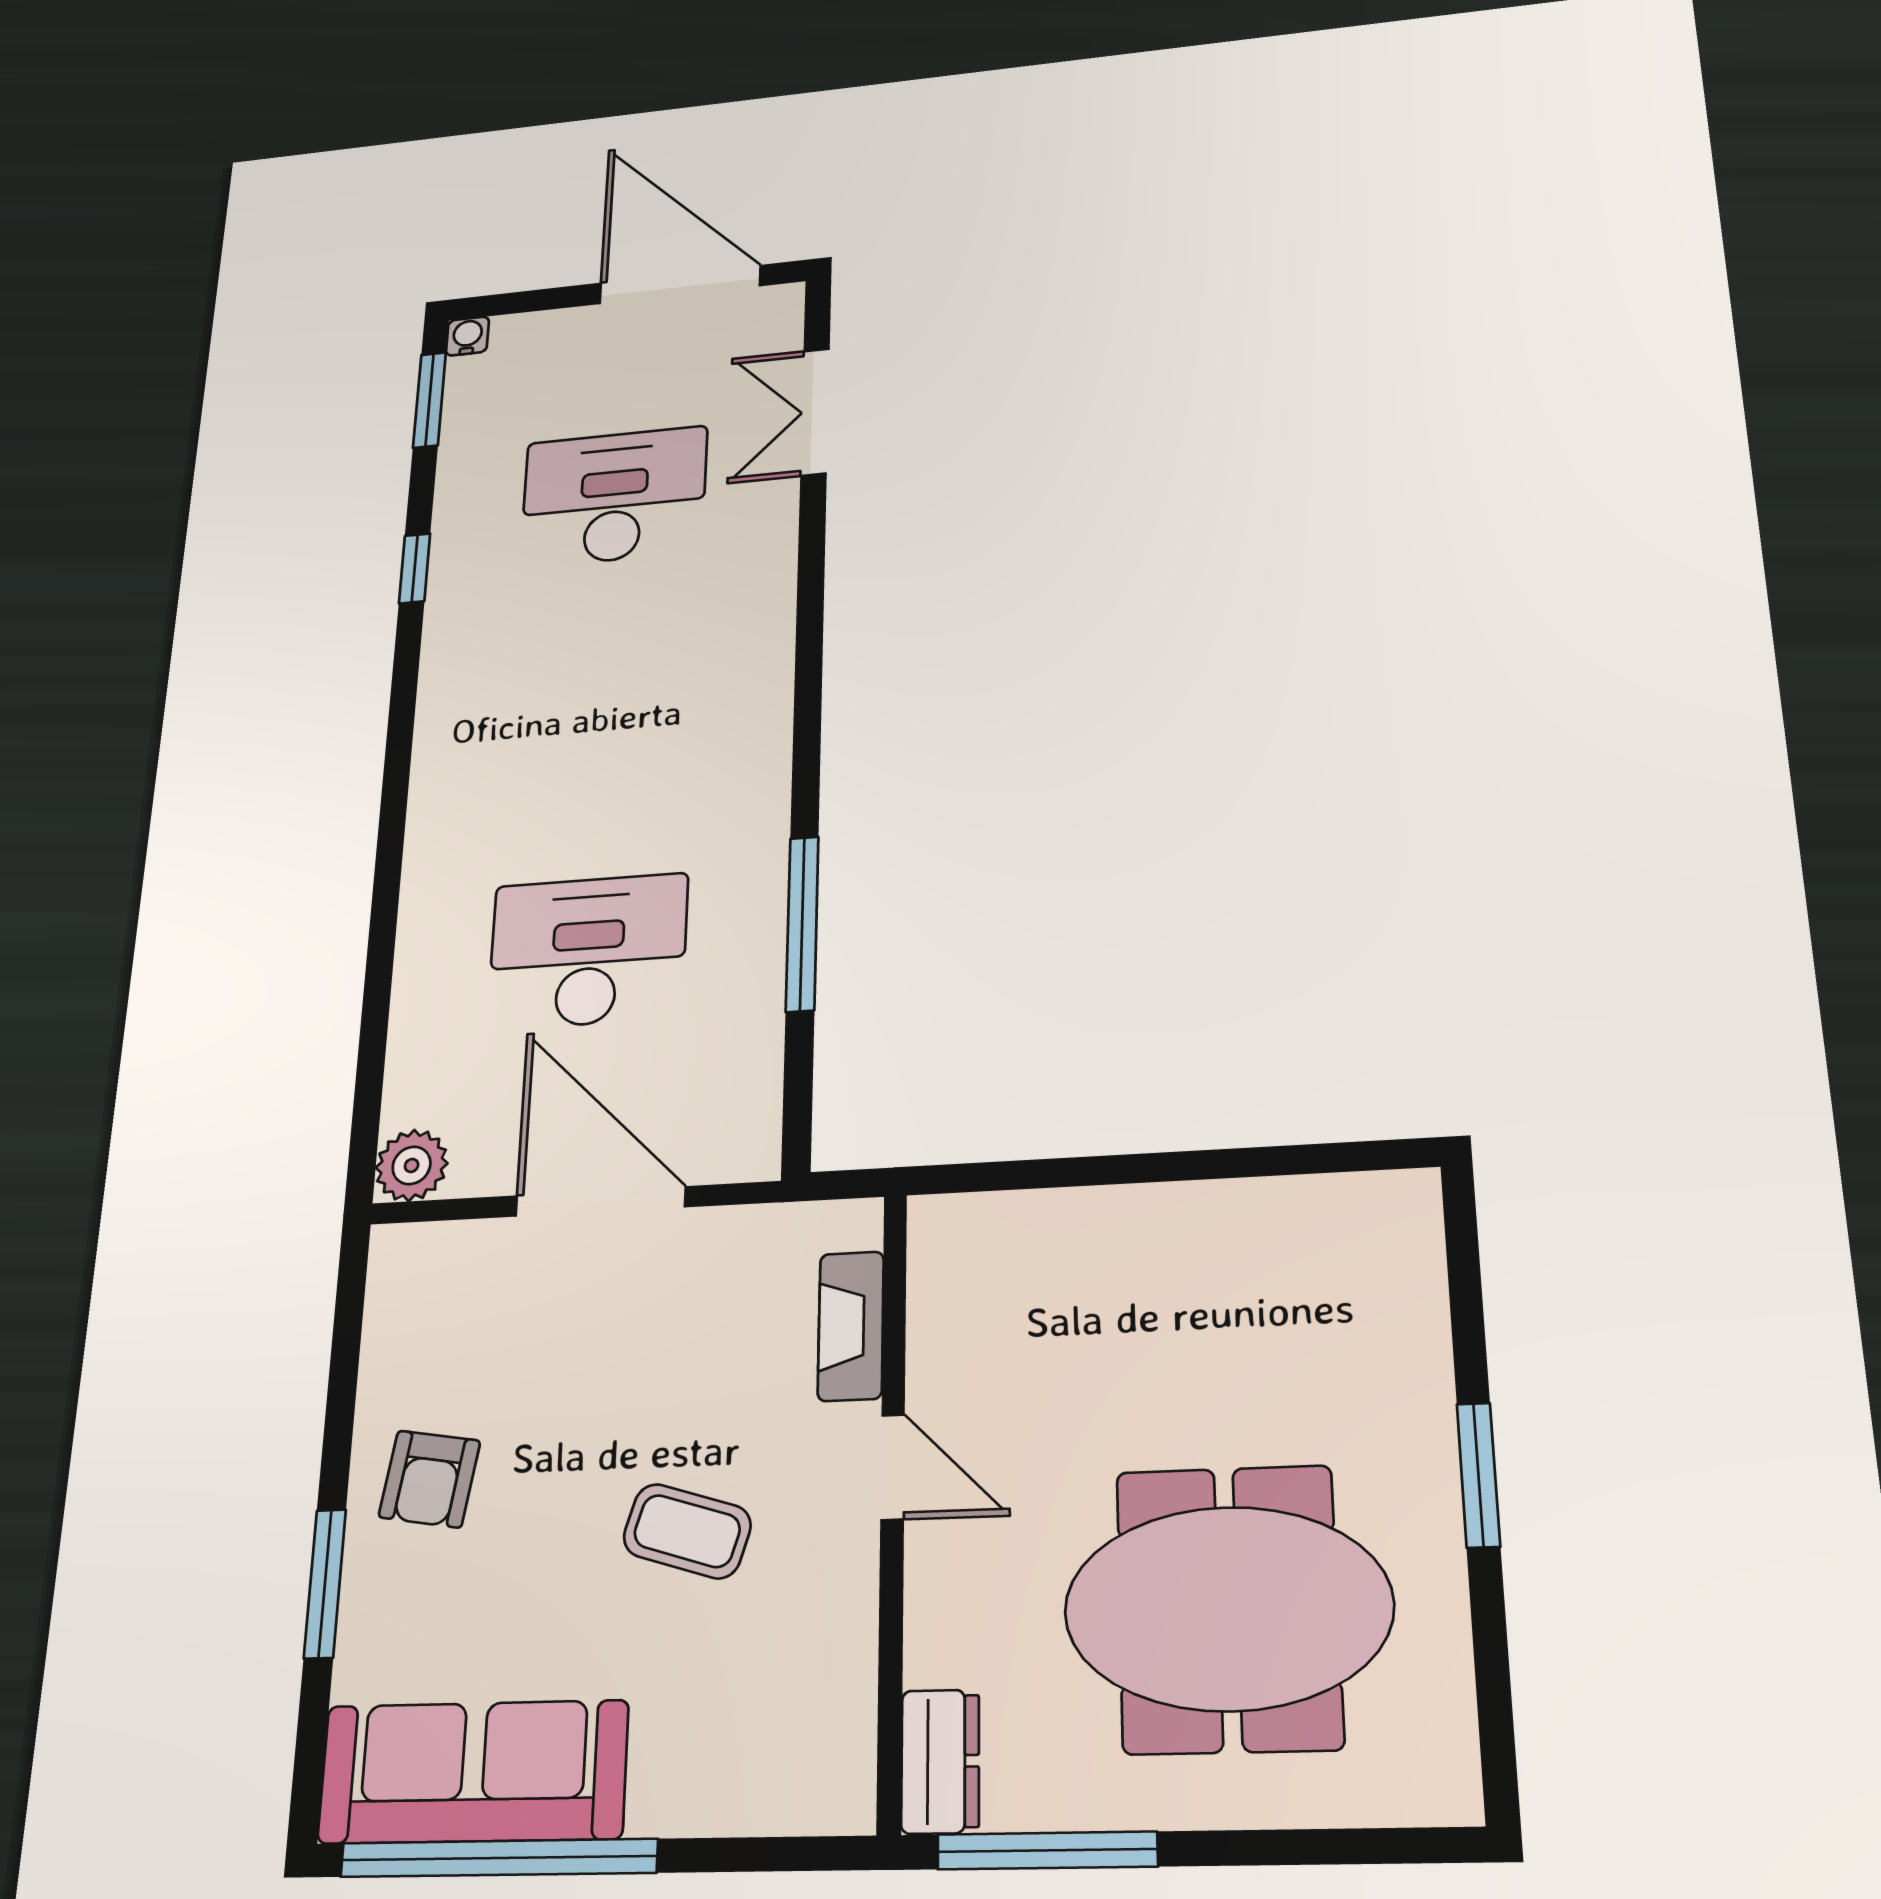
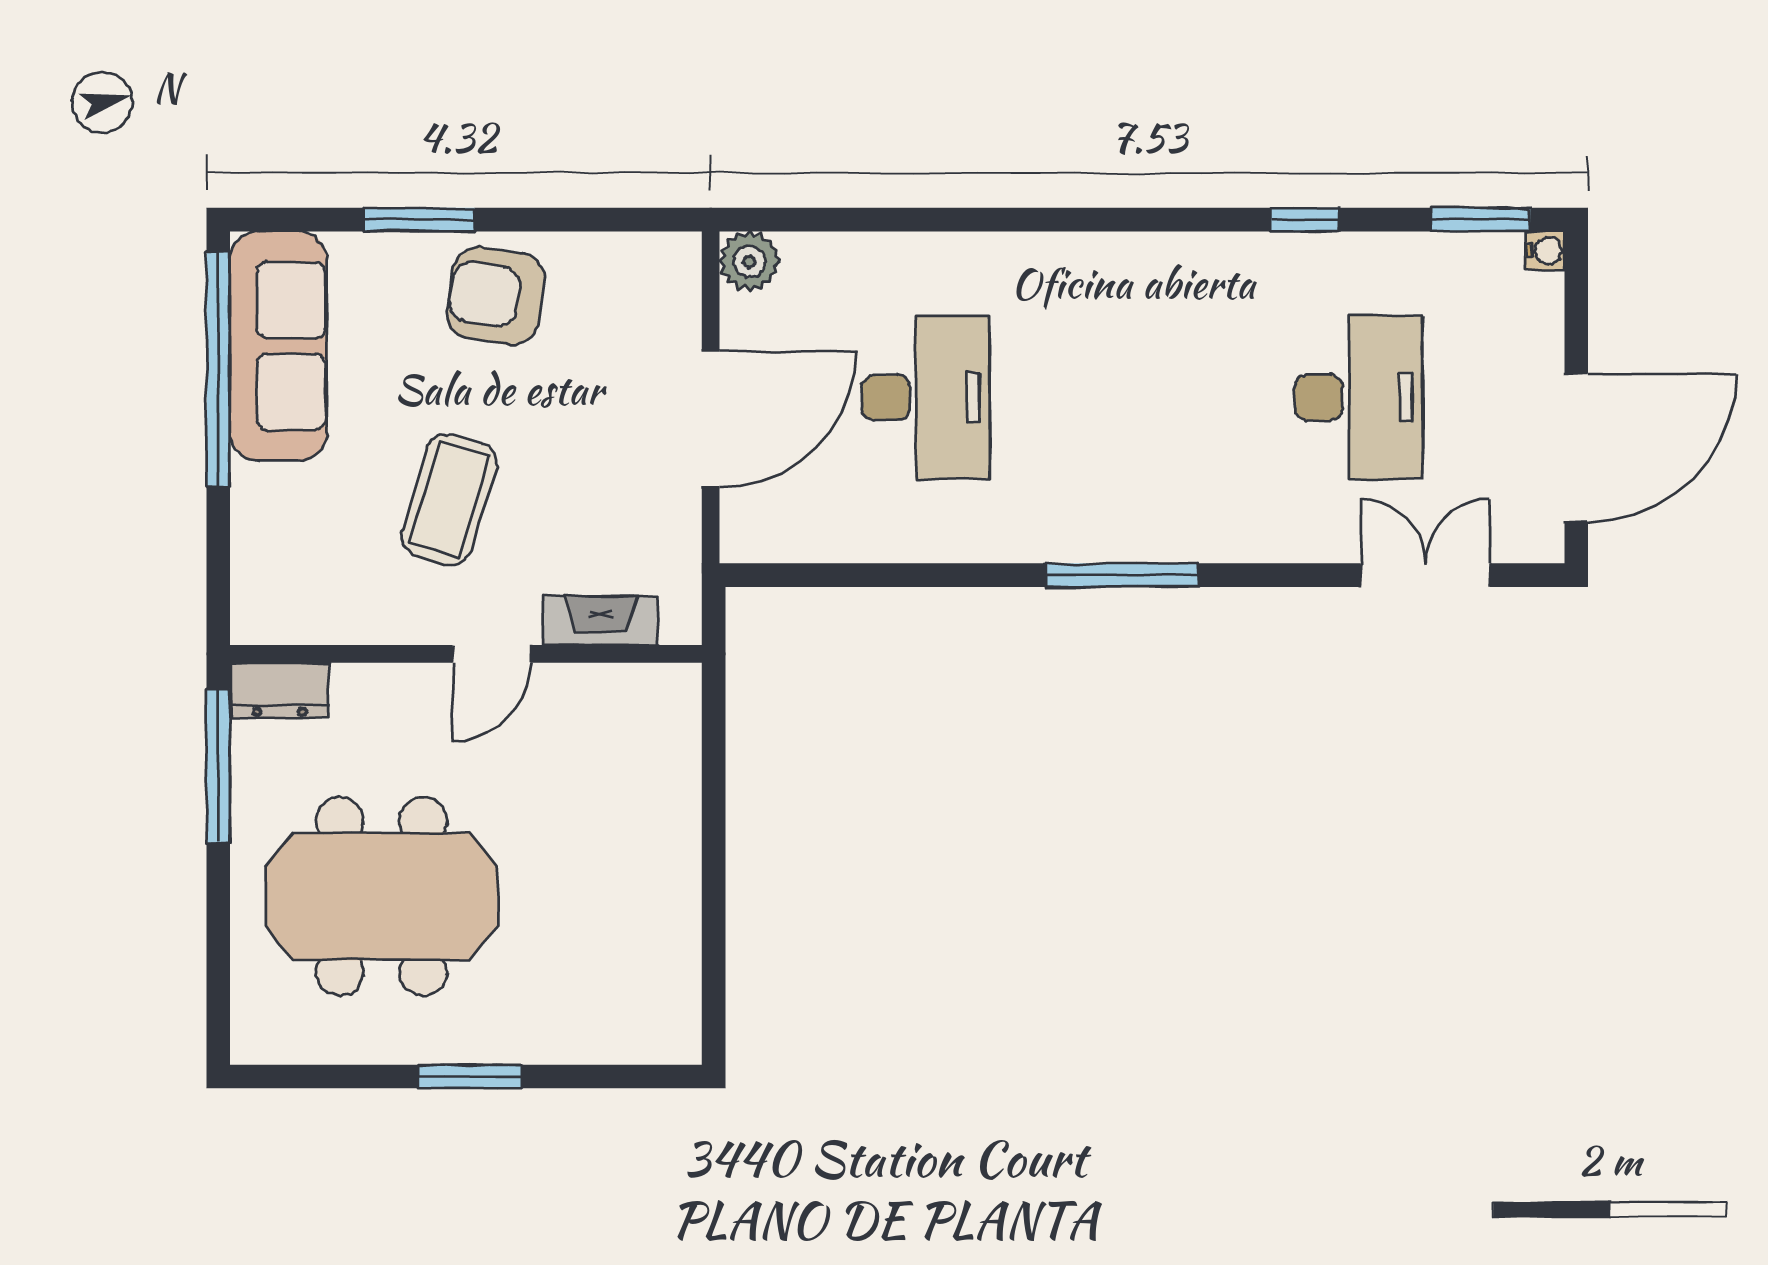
window: (802, 923) -> (1122, 575), moved
armchair: (429, 1479) -> (496, 296), width x1.38, depth x1.38
coffee table: (687, 1531) -> (449, 499), width x1.36, depth x1.30
meeting table: (1228, 1608) -> (381, 896), turned 90

